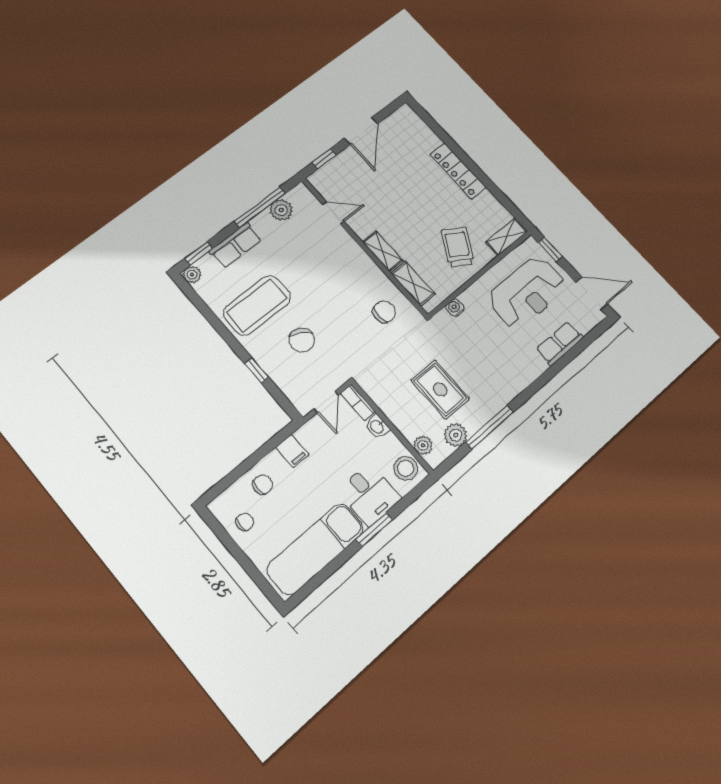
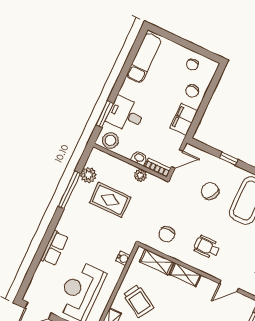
wheelchair: (339, 272) -> (207, 247), added
row of seats: (560, 344) -> (54, 248), moved
door: (326, 402) -> (177, 159), swing flipped
plant: (423, 445) -> (140, 175), moved
filing cabinet: (292, 451) -> (184, 119), width x2.00
window: (374, 530) -> (105, 114), moved
exam couch: (315, 549) -> (144, 58), width x0.73, depth x0.69

